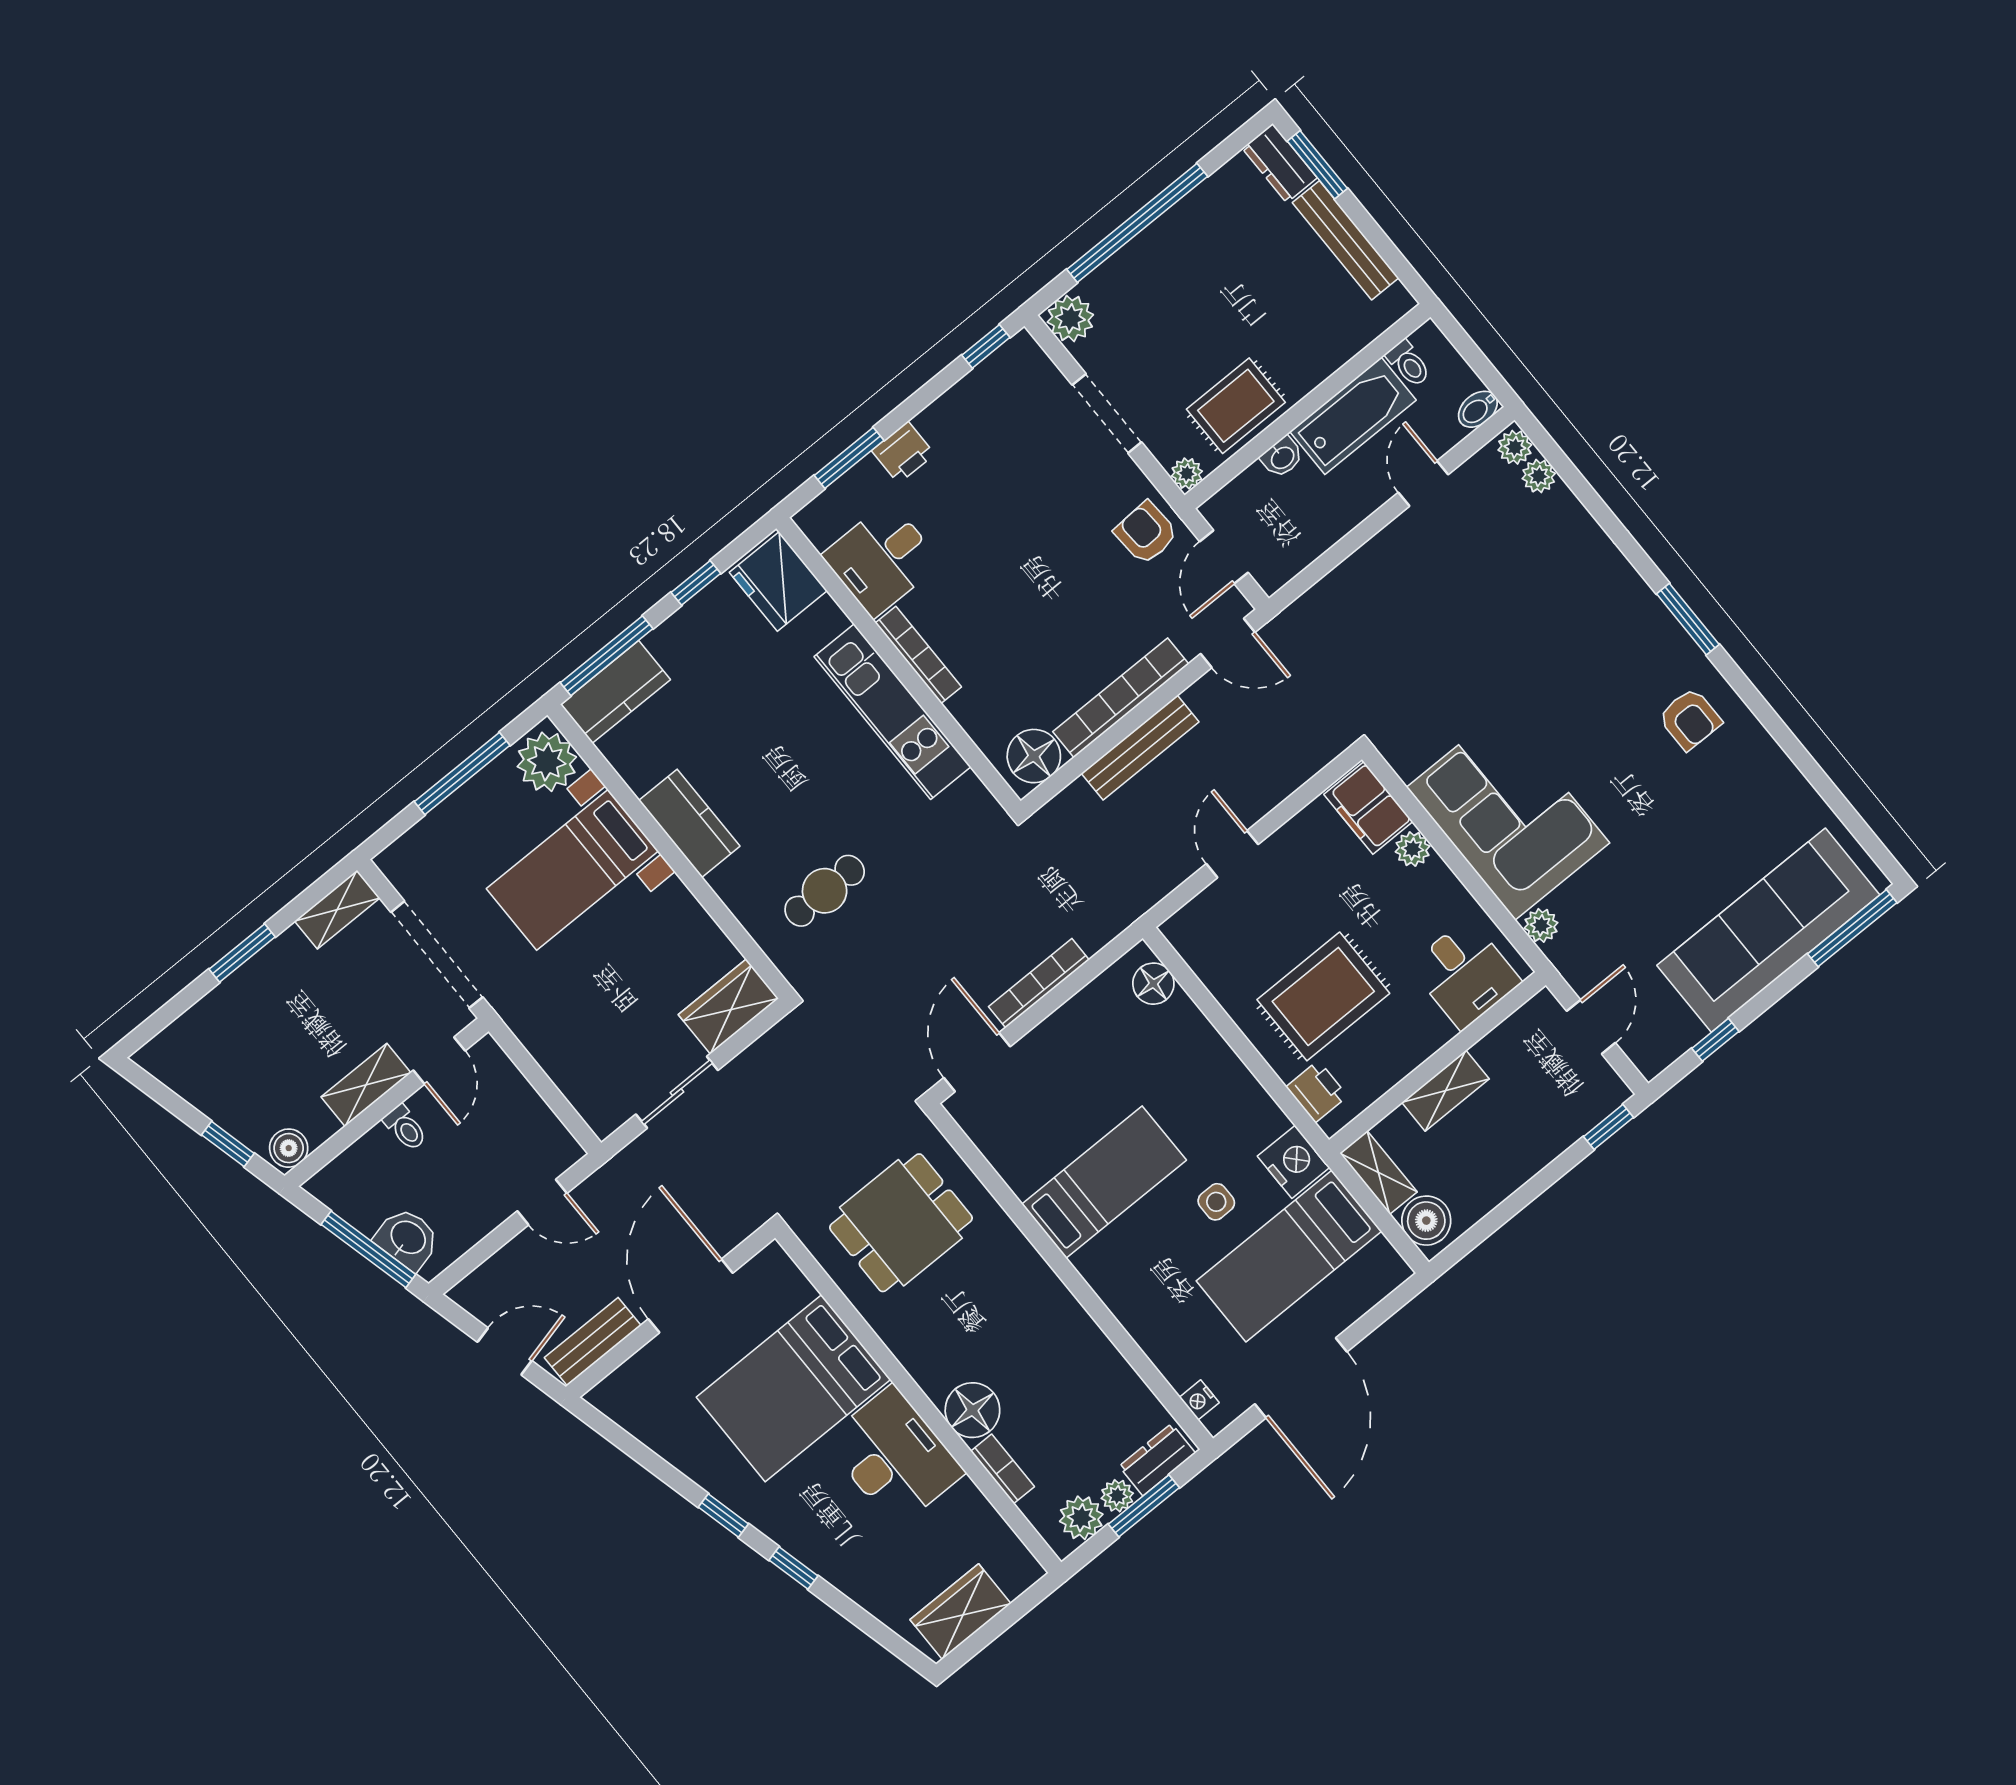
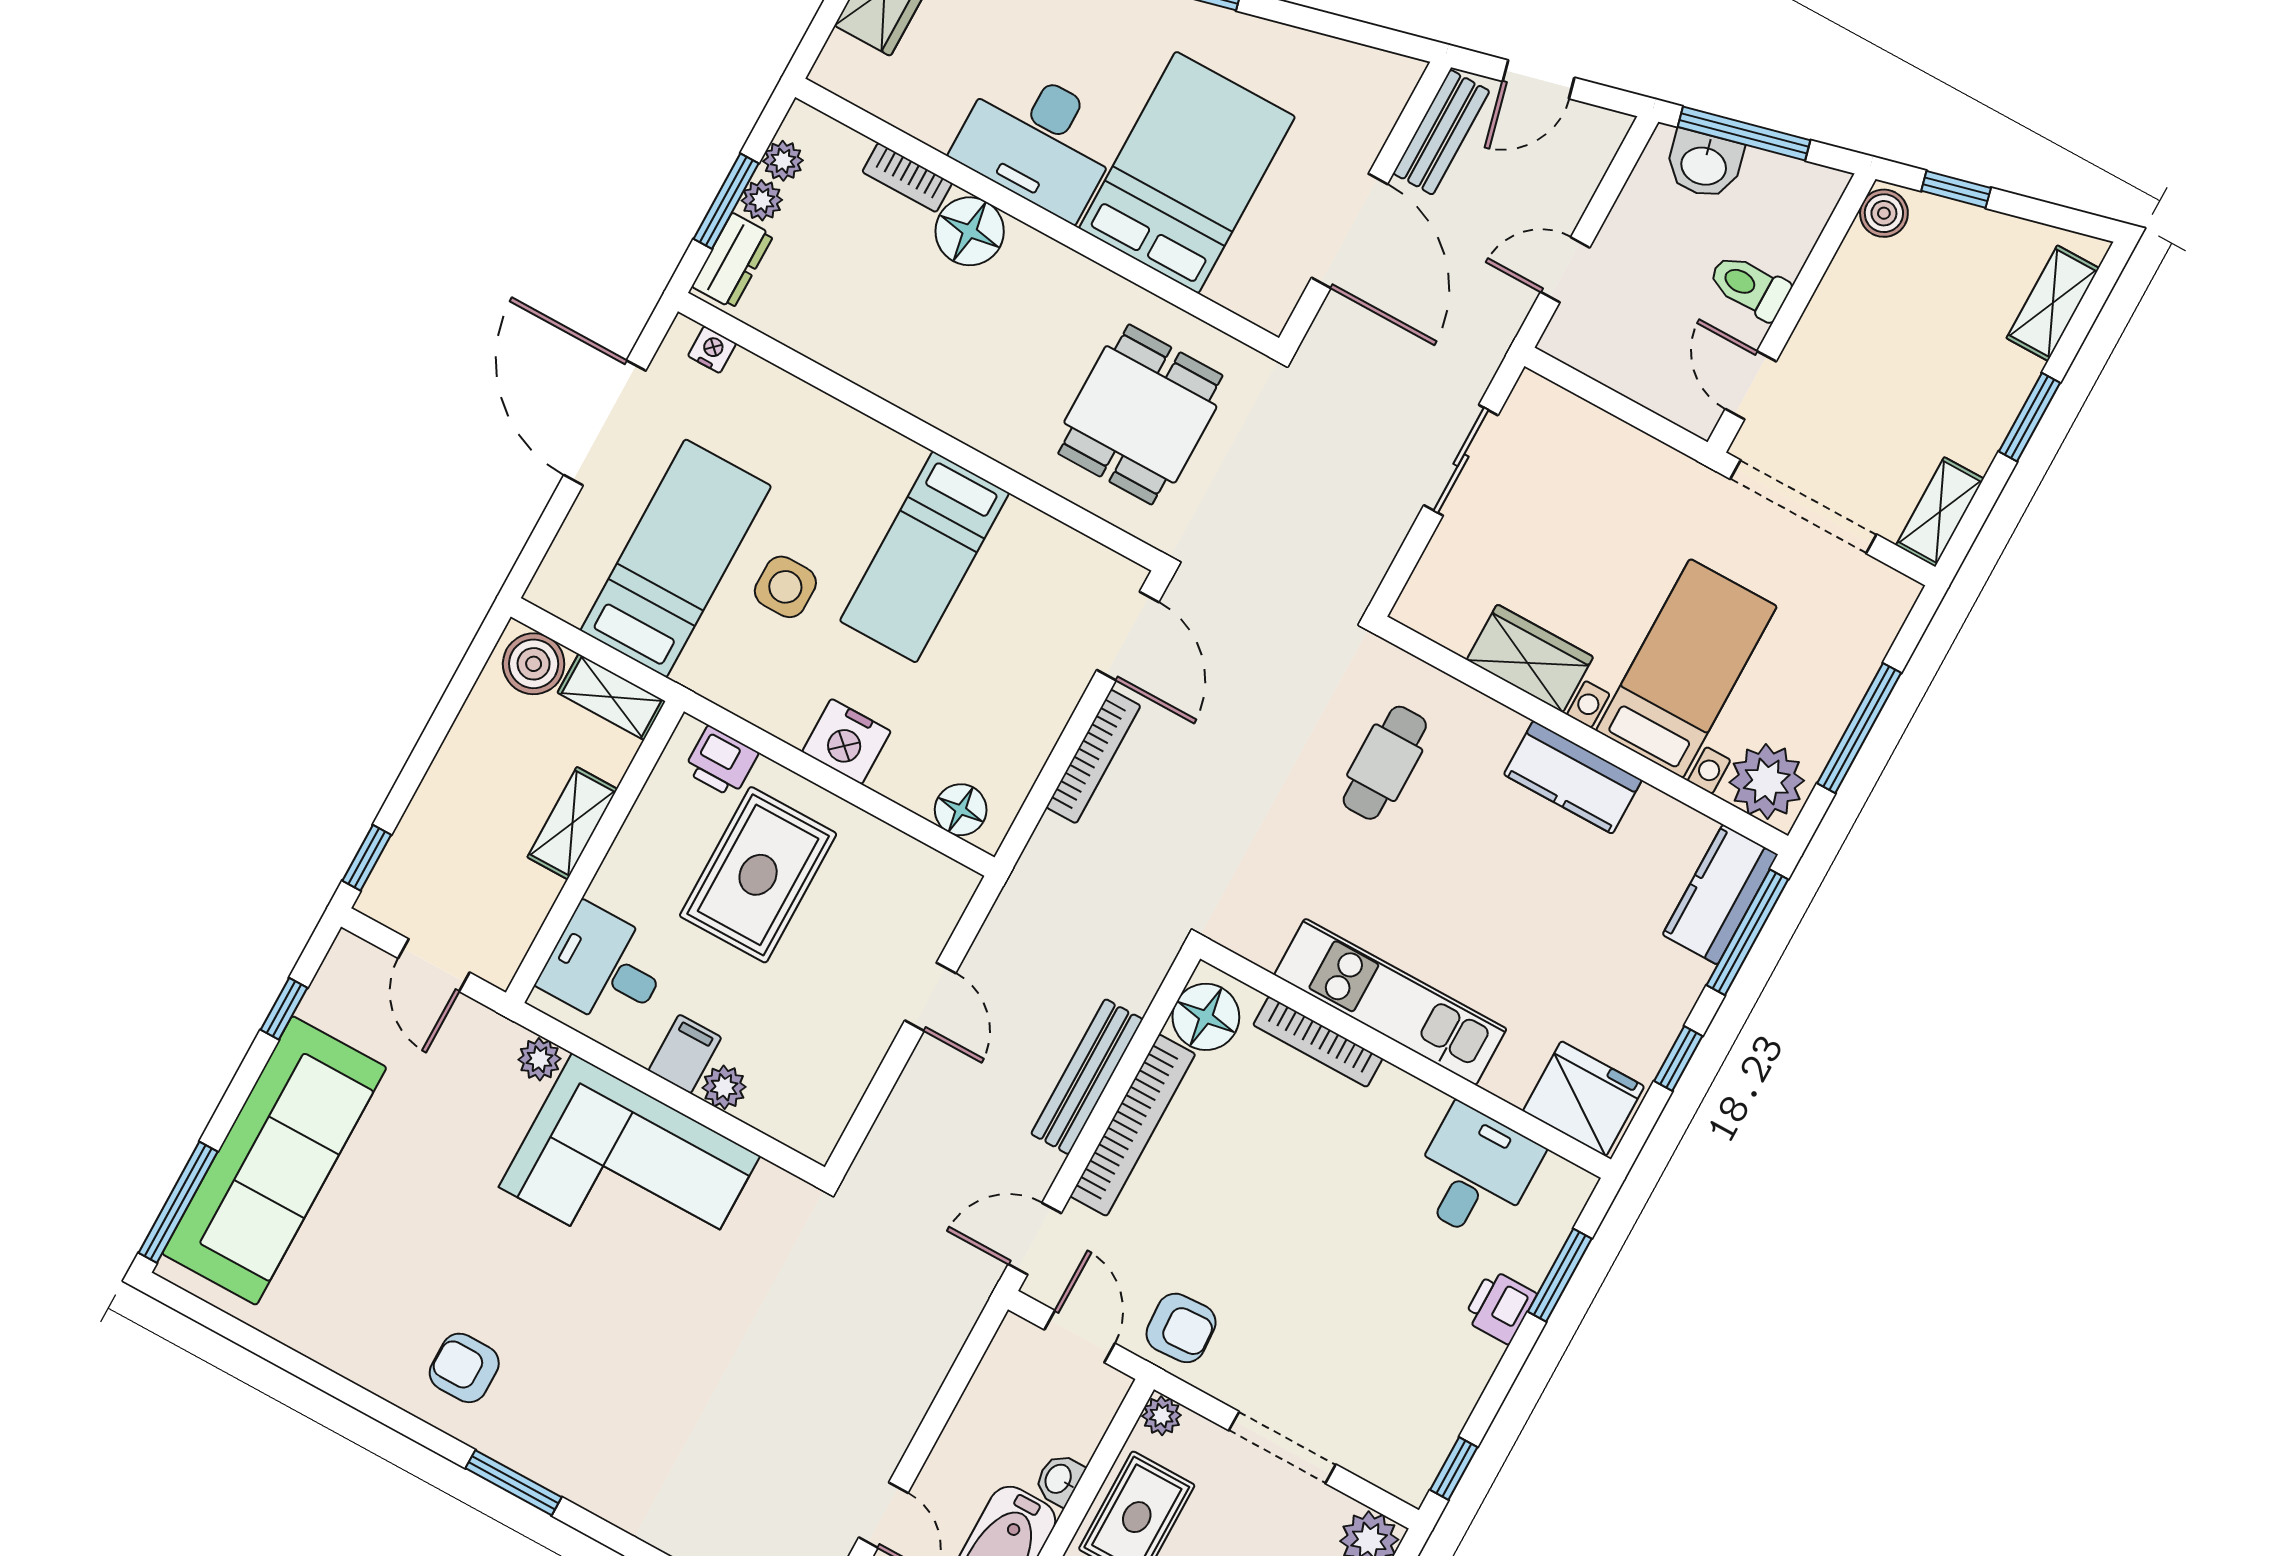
bookcase: (918, 655) -> (1318, 1042), moved
filing cabinet: (1368, 808) -> (685, 1054), moved, width x0.50
wardrobe: (728, 1007) -> (1530, 658), moved, turned -90
shelving: (366, 1085) -> (2053, 303), moved
toilet: (405, 1128) -> (1749, 286), width x1.37, depth x1.39
nightstand: (1294, 1162) -> (846, 742), moved
side table: (1216, 1202) -> (785, 587), width x1.37, depth x1.37
plant: (1081, 1518) -> (783, 161), width x0.73, depth x0.73

